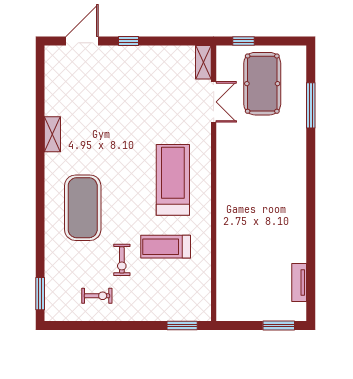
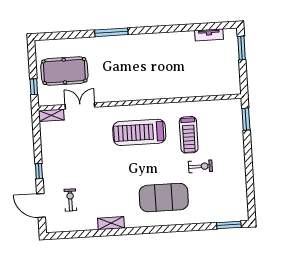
window: (311, 105) -> (111, 32), moved
exercise bike: (97, 296) -> (70, 200), moved

